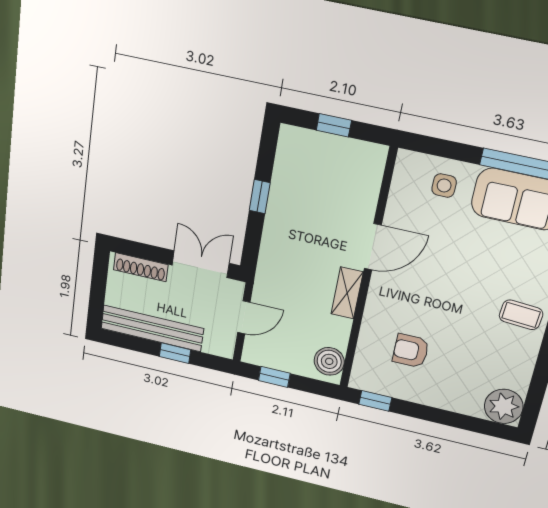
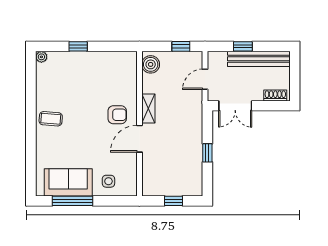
shoe rack: (141, 267) -> (275, 95), width x0.70
armchair: (411, 351) -> (117, 115), moved
window: (375, 401) -> (78, 46), moved
plant: (504, 406) -> (41, 57), width x0.53, depth x0.53

